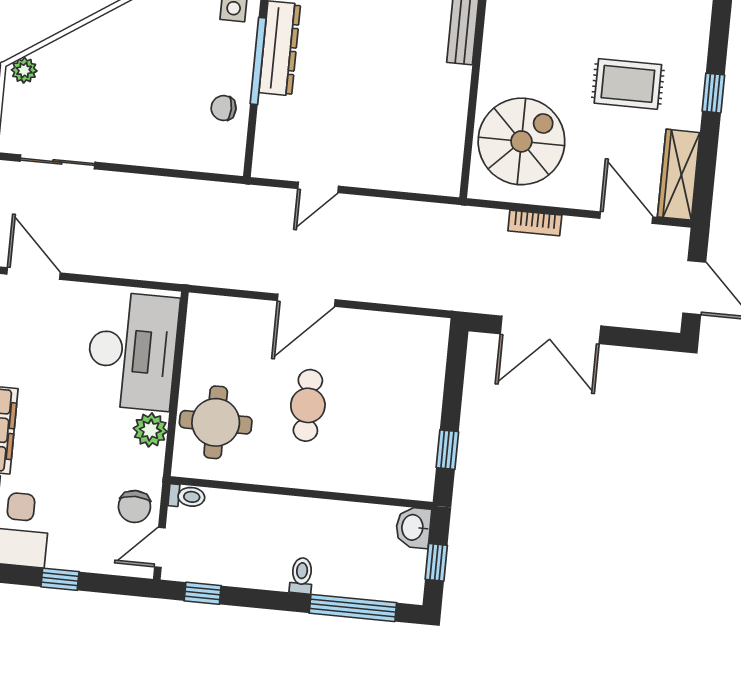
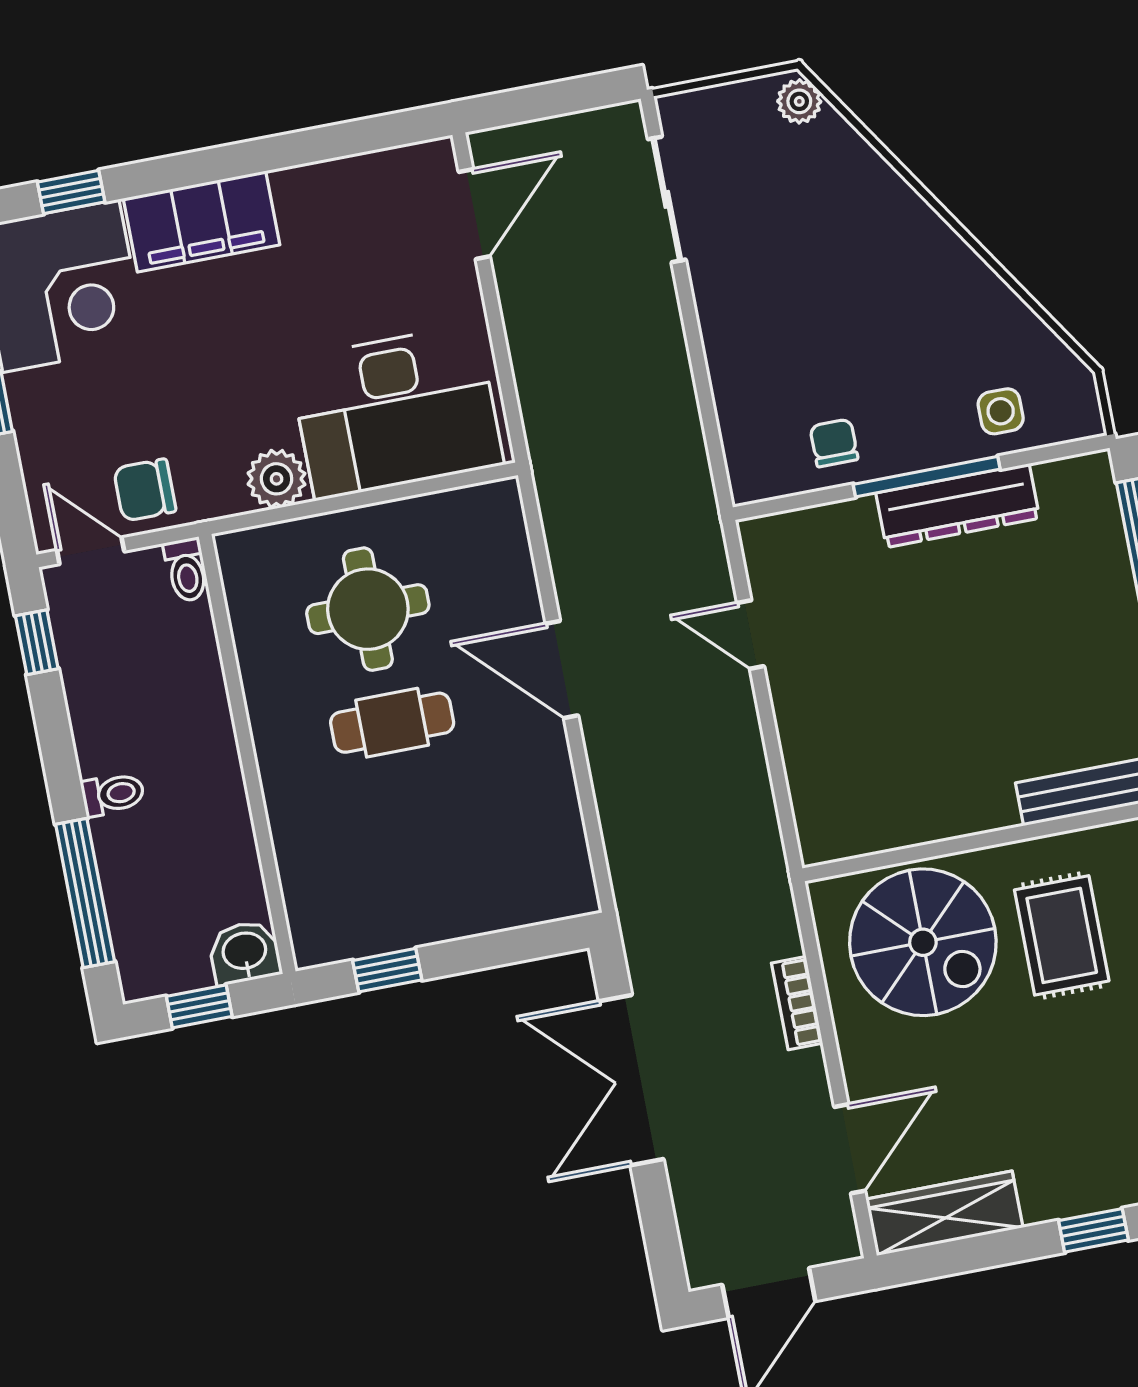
rug: (628, 84) -> (1062, 935), moved
round table: (216, 422) -> (368, 609), moved

